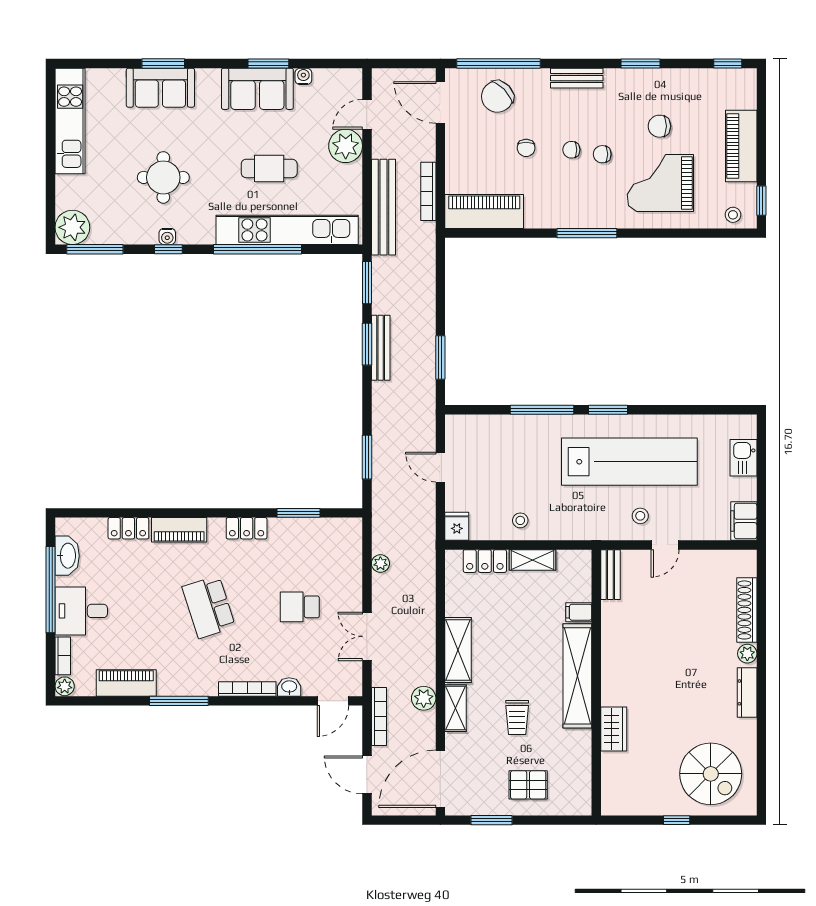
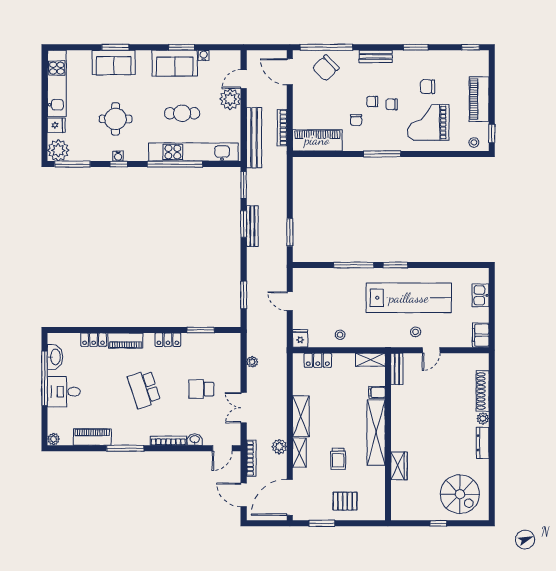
chair: (526, 148) -> (356, 120), moved
fridge: (69, 187) -> (56, 125), added
shelving: (533, 560) -> (370, 360), moved
bookcase: (63, 656) -> (52, 420), removed

